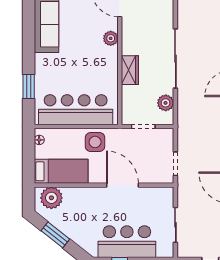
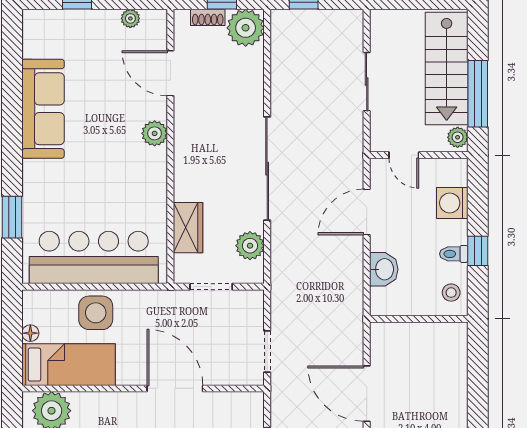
wardrobe: (130, 70) -> (188, 228), moved
floor lamp: (39, 140) -> (30, 333), moved
side table: (95, 142) -> (96, 313), moved

